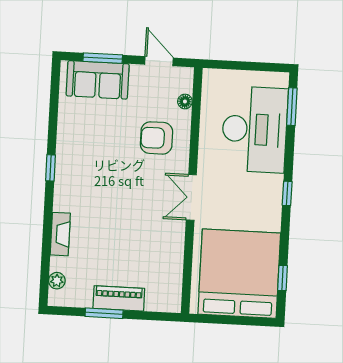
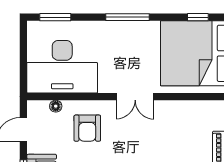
desk: (255, 129) -> (62, 67), moved, turned 180
window: (287, 193) -> (127, 17), width x2.17

